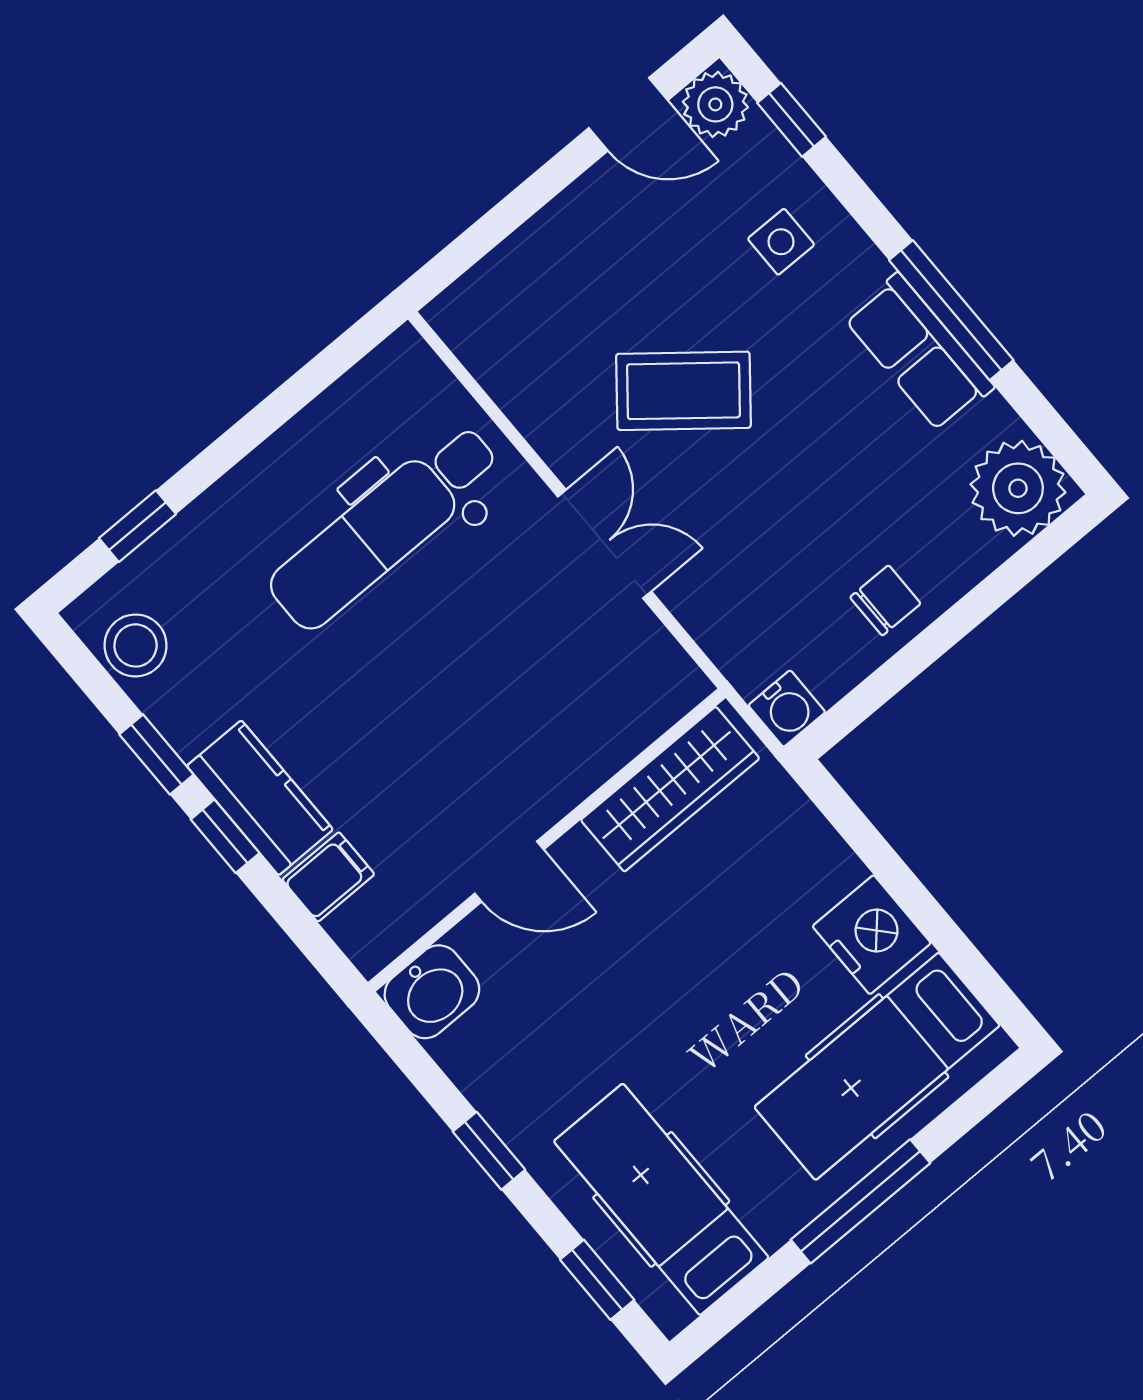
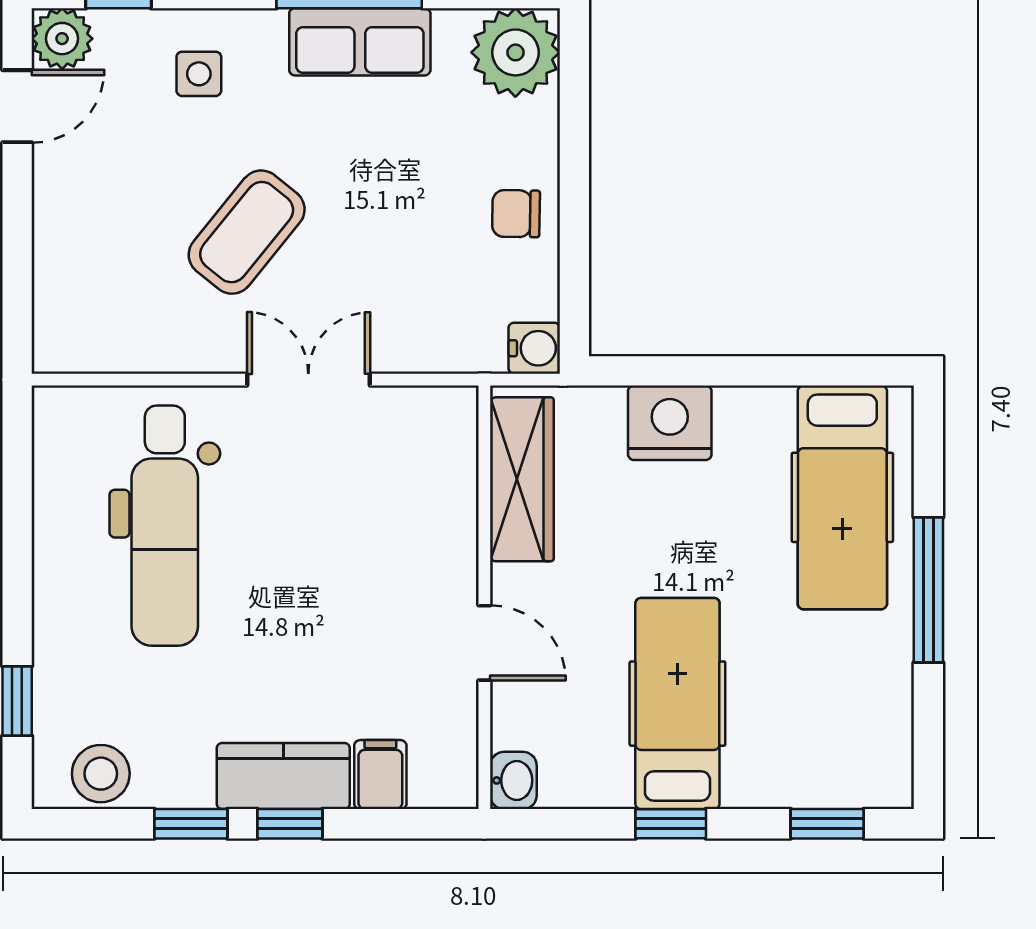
chair: (885, 600) -> (516, 214), turned -89
door: (509, 871) -> (484, 643), hinge flipped
nightstand: (872, 935) -> (670, 423), moved
washbasin: (432, 992) -> (513, 780), width x0.72, depth x0.69
hospital bed: (661, 1199) -> (677, 704), moved, turned 90

